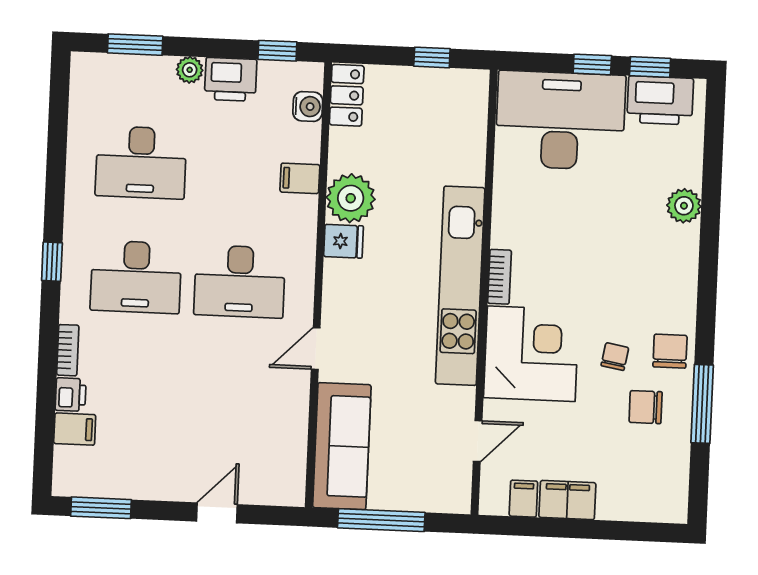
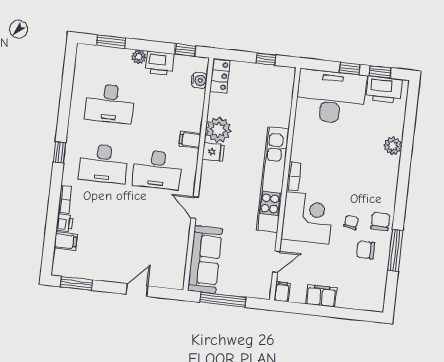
filing cabinet: (300, 178) -> (190, 140), moved
door: (316, 349) -> (195, 207), hinge flipped
filing cabinet: (523, 499) -> (282, 292), moved

